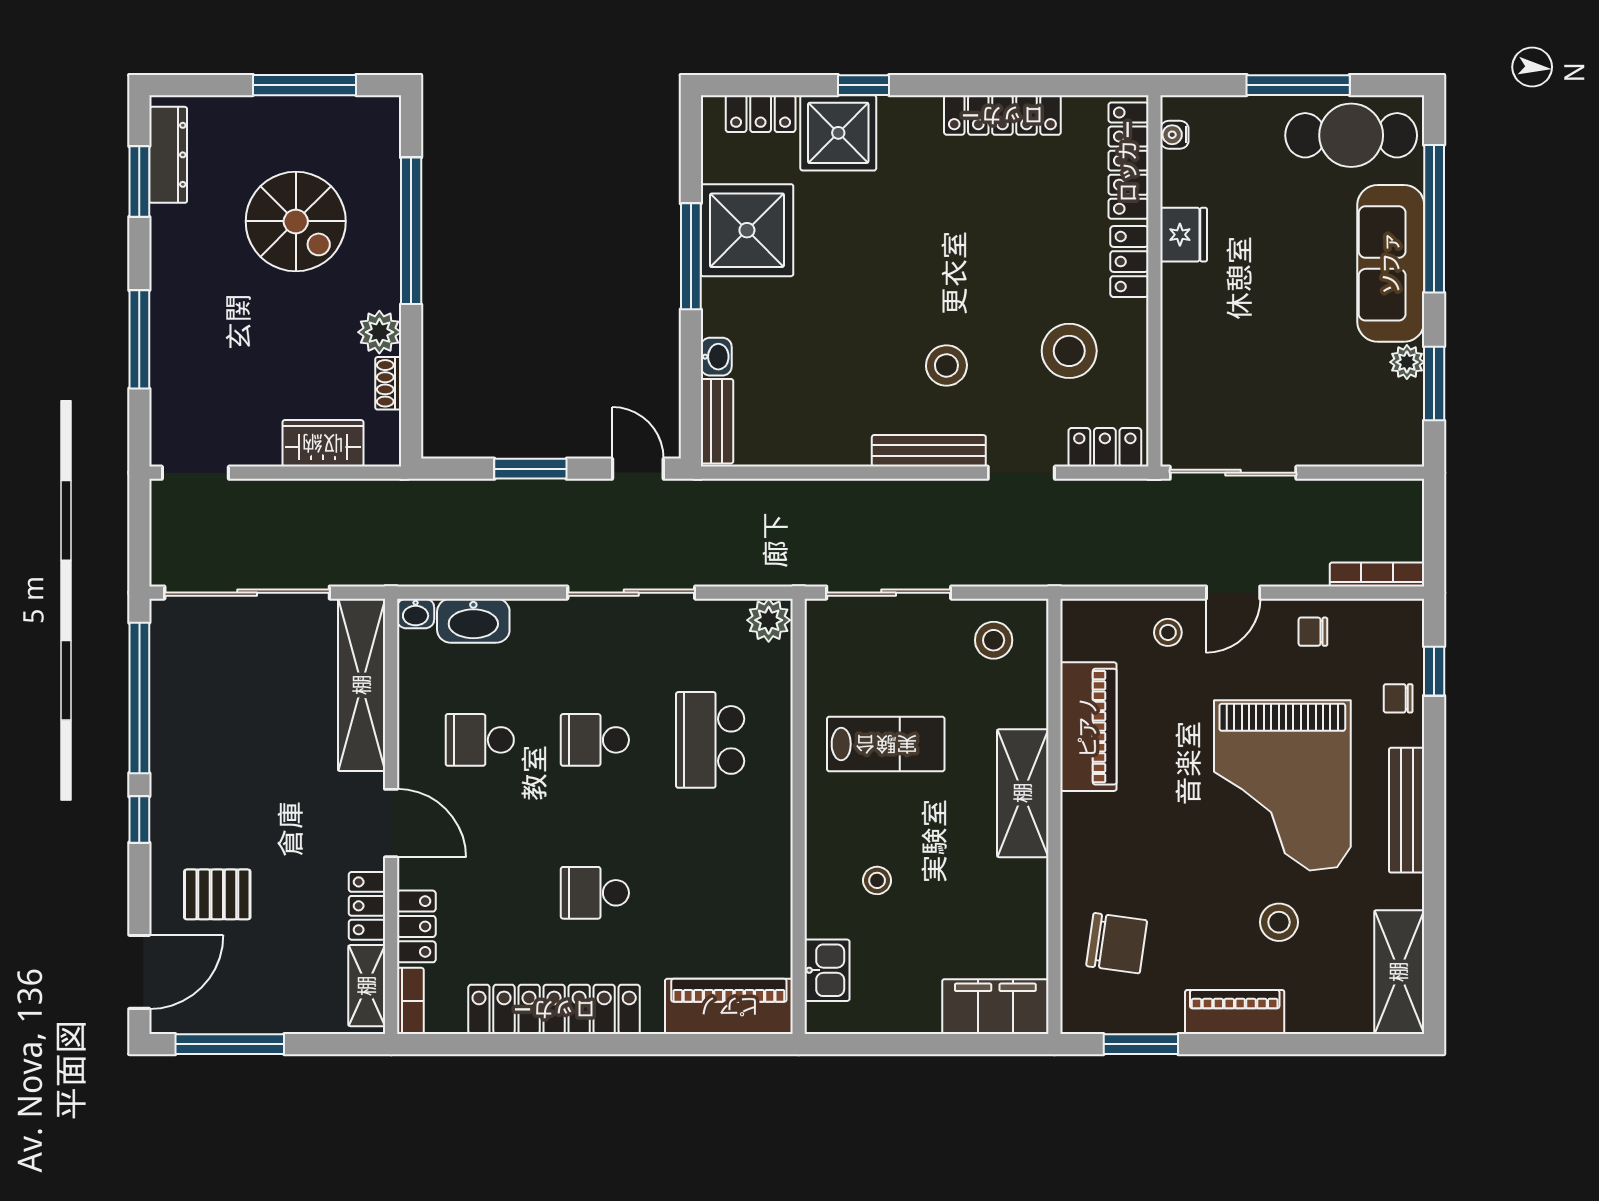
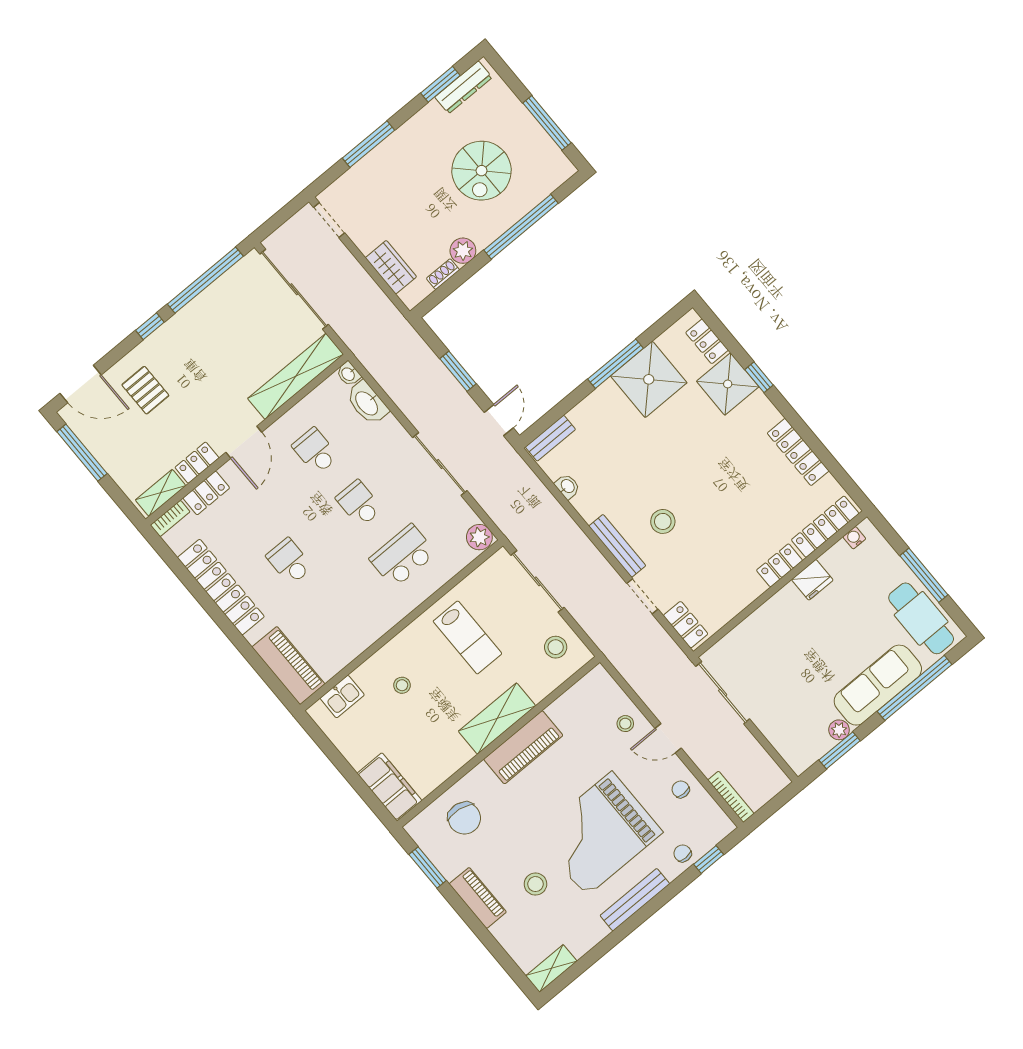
stool: (1069, 351) -> (716, 572), removed
washbasin: (716, 357) -> (567, 486), moved, turned -90
piano: (1088, 727) -> (523, 747), moved
shelving: (1399, 972) -> (551, 968), width x0.67, depth x0.75

